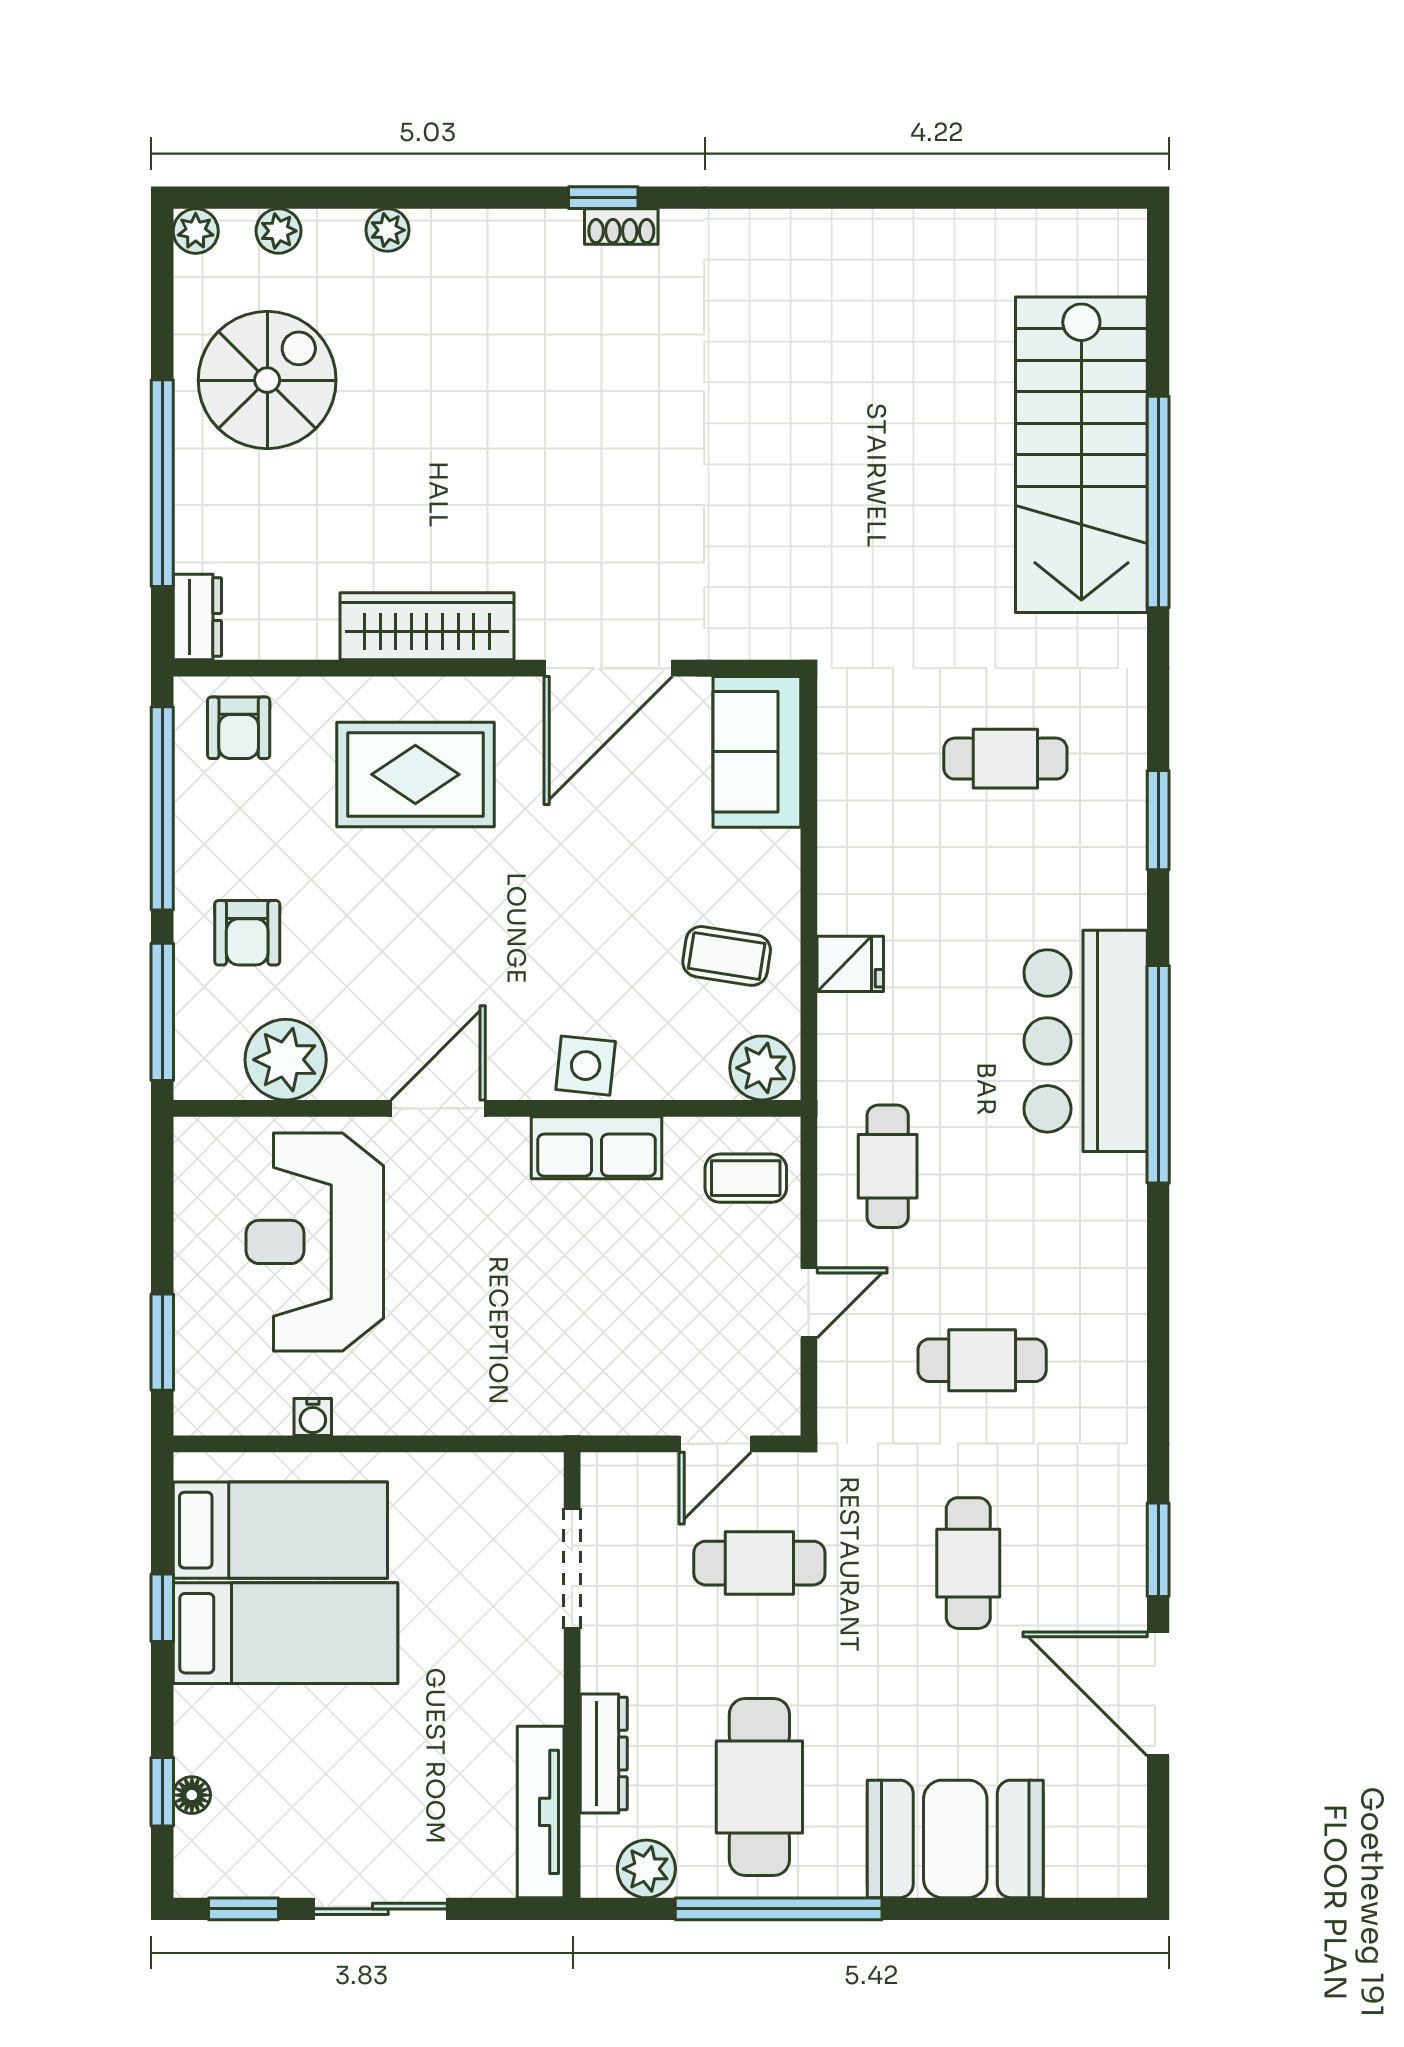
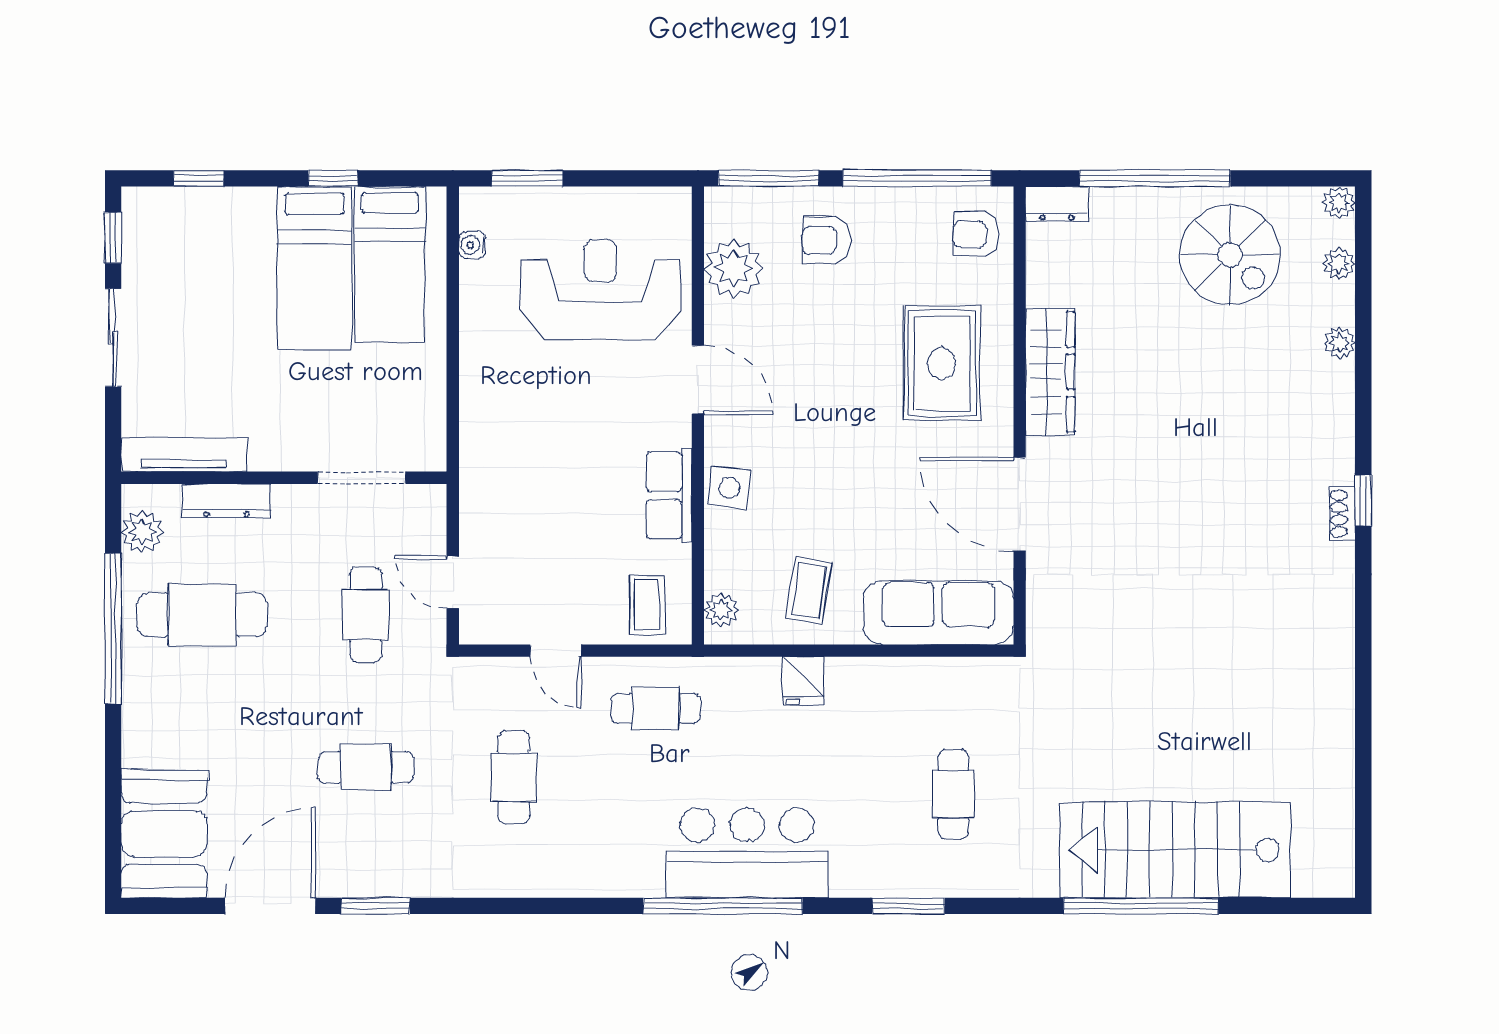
sofa: (757, 752) -> (938, 613), width x1.36
plant: (762, 1068) -> (721, 610), width x0.73, depth x0.73
water cooler: (313, 1417) -> (472, 245), moved
floor lamp: (192, 1795) -> (196, 200), removed
booth: (955, 1839) -> (164, 834), moved

